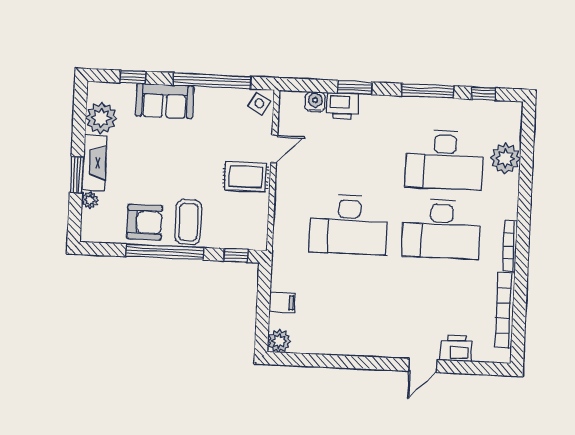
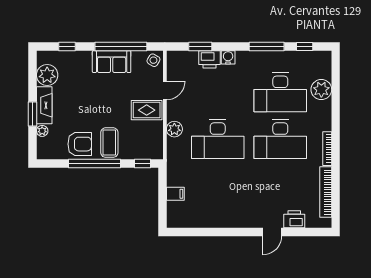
window: (355, 88) -> (200, 46), moved
sofa: (165, 101) -> (112, 62), moved
water cooler: (315, 102) -> (228, 57), moved
plant: (279, 341) -> (174, 129), moved

